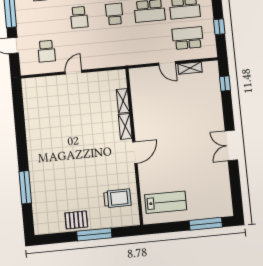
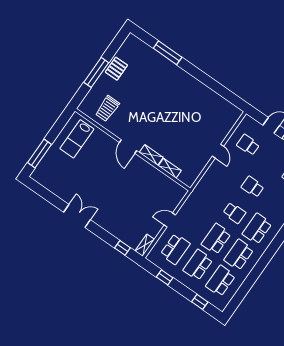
shelving: (190, 68) -> (145, 245), moved

